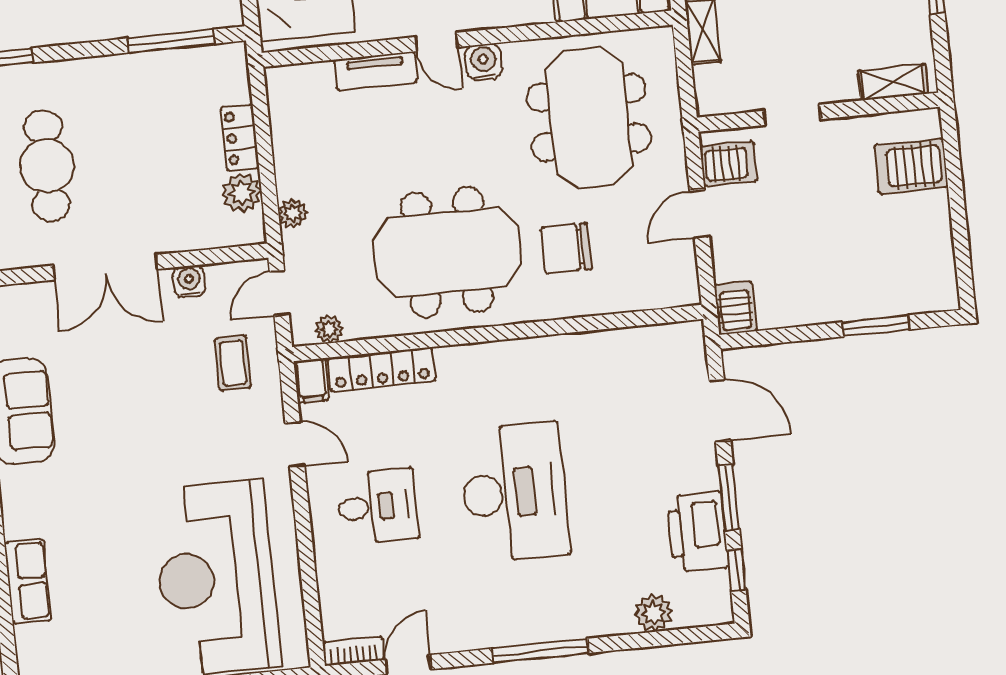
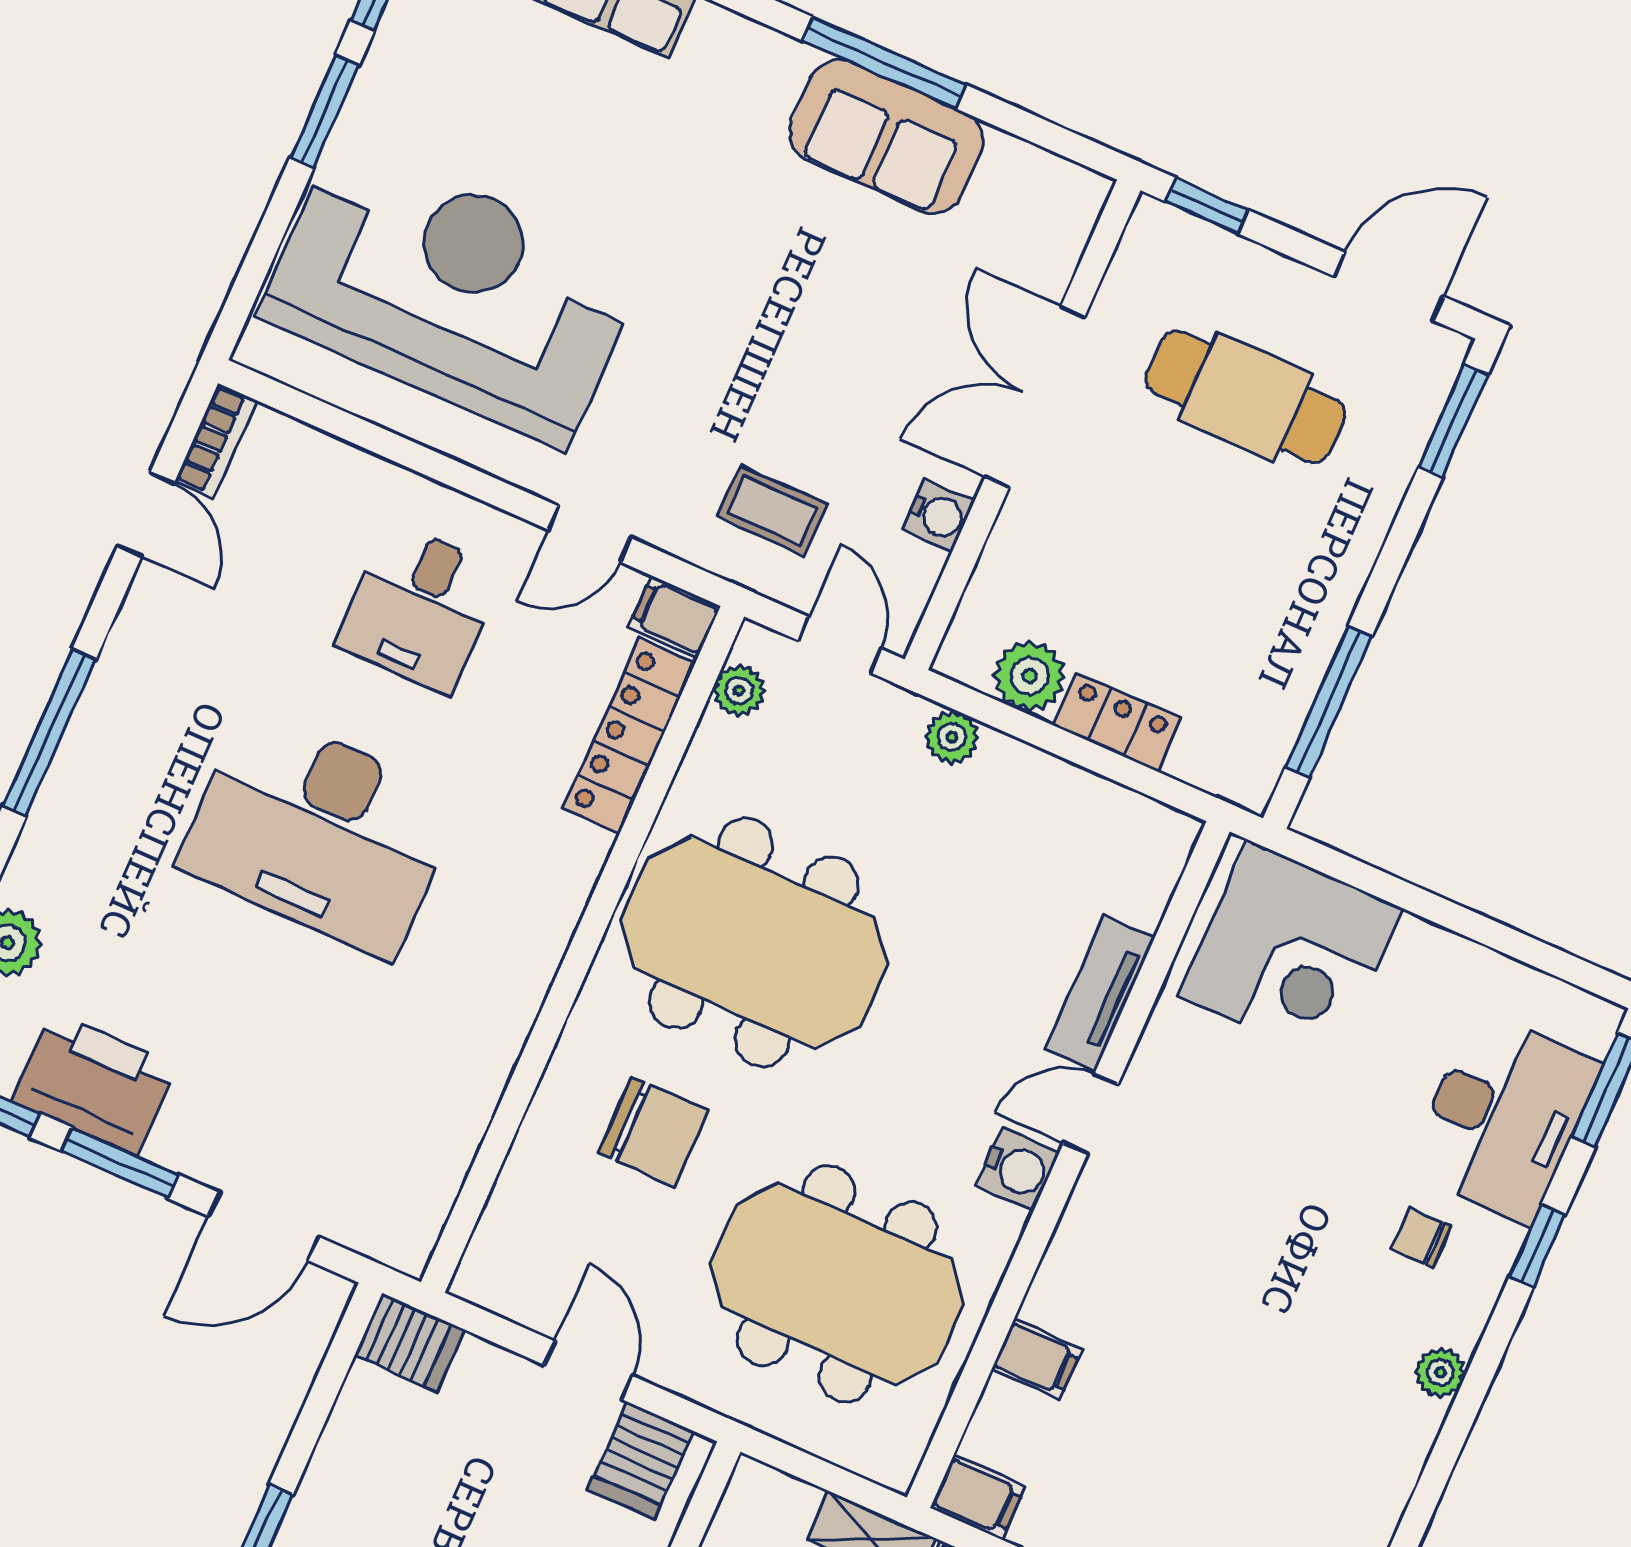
chair: (566, 248) -> (653, 1132), turned 90
meeting table: (447, 252) -> (754, 943), turned 90

